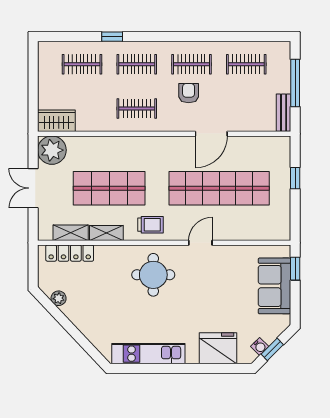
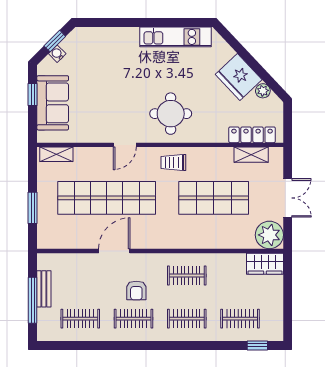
window: (112, 37) -> (257, 345), moved
bench: (284, 113) -> (44, 289), moved
window: (295, 178) -> (33, 208), width x1.50
shelving: (106, 233) -> (56, 154), moved
window: (295, 269) -> (33, 95), moved
water cooler: (260, 346) -> (57, 54), moved
fridge: (218, 348) -> (239, 77), moved, turned 47

